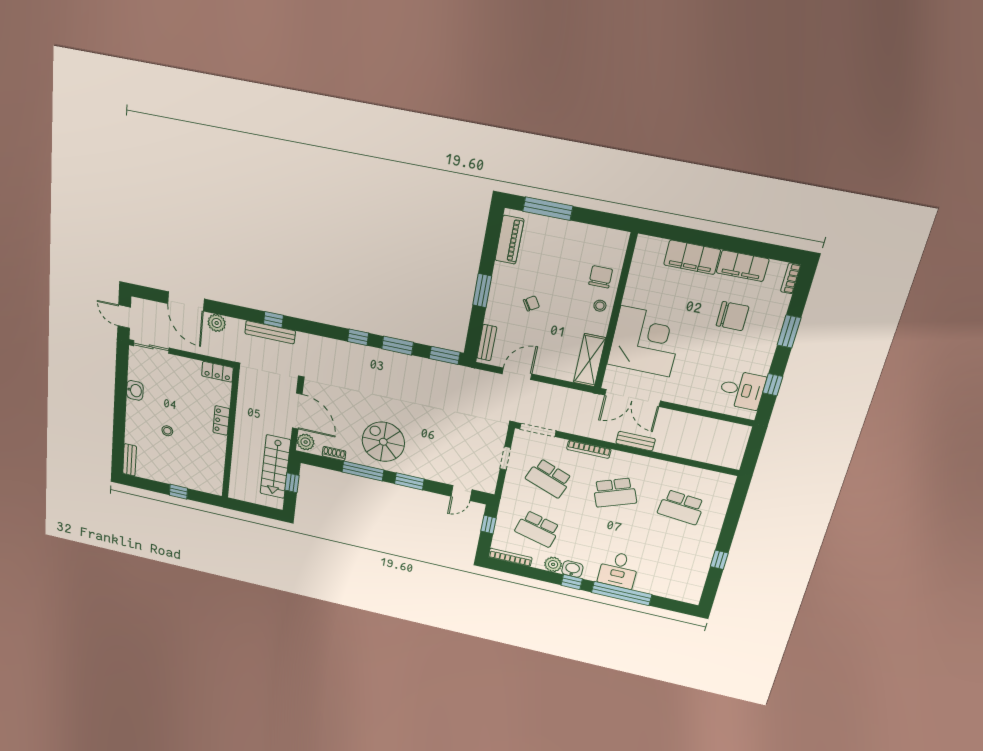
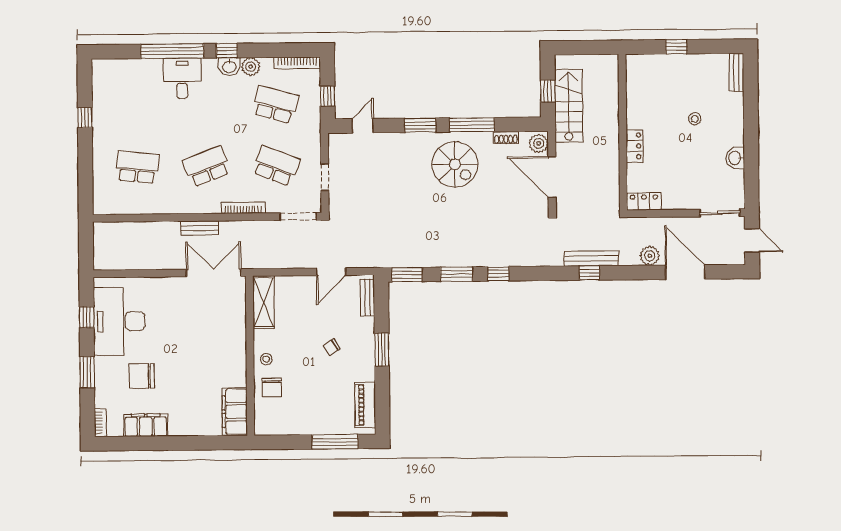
filing cabinet: (692, 257) -> (235, 412), moved, turned -90
corner desk: (645, 341) -> (215, 333), removed
desk: (742, 390) -> (119, 321), width x1.87, depth x1.30

